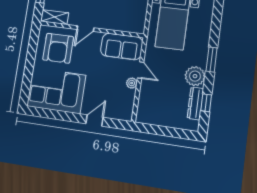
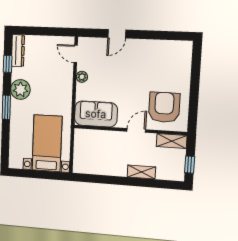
door: (141, 70) -> (76, 54), moved
corner sofa: (56, 91) -> (162, 61), removed
dresser: (195, 103) -> (18, 51), moved

